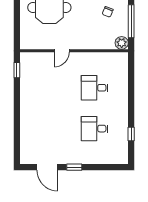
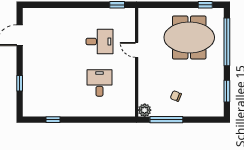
desk: (95, 129) -> (99, 41), moved, turned 90
window: (74, 167) -> (20, 83), moved

